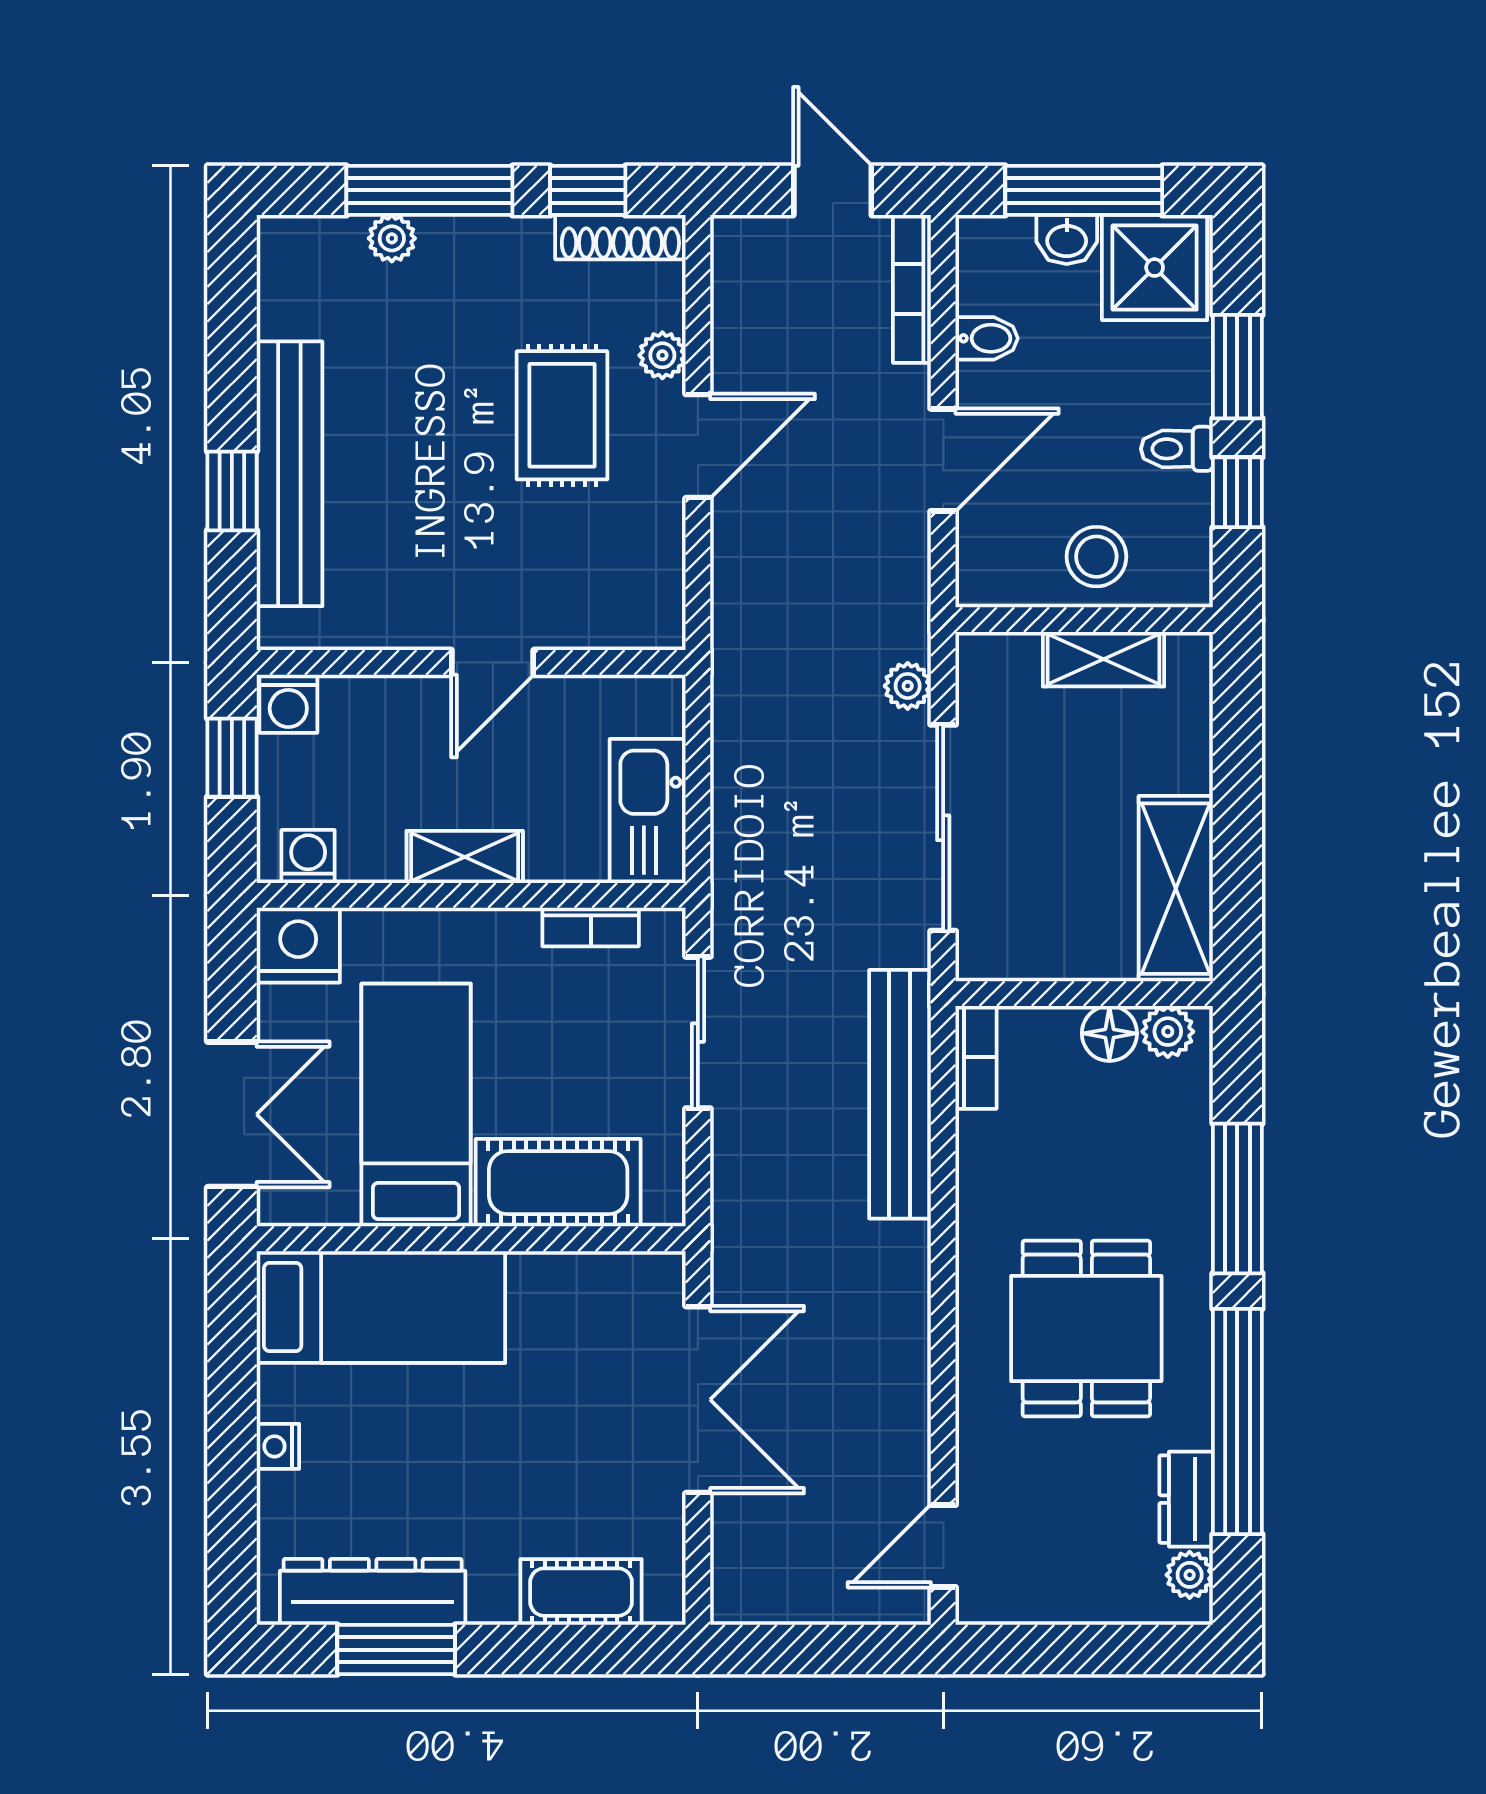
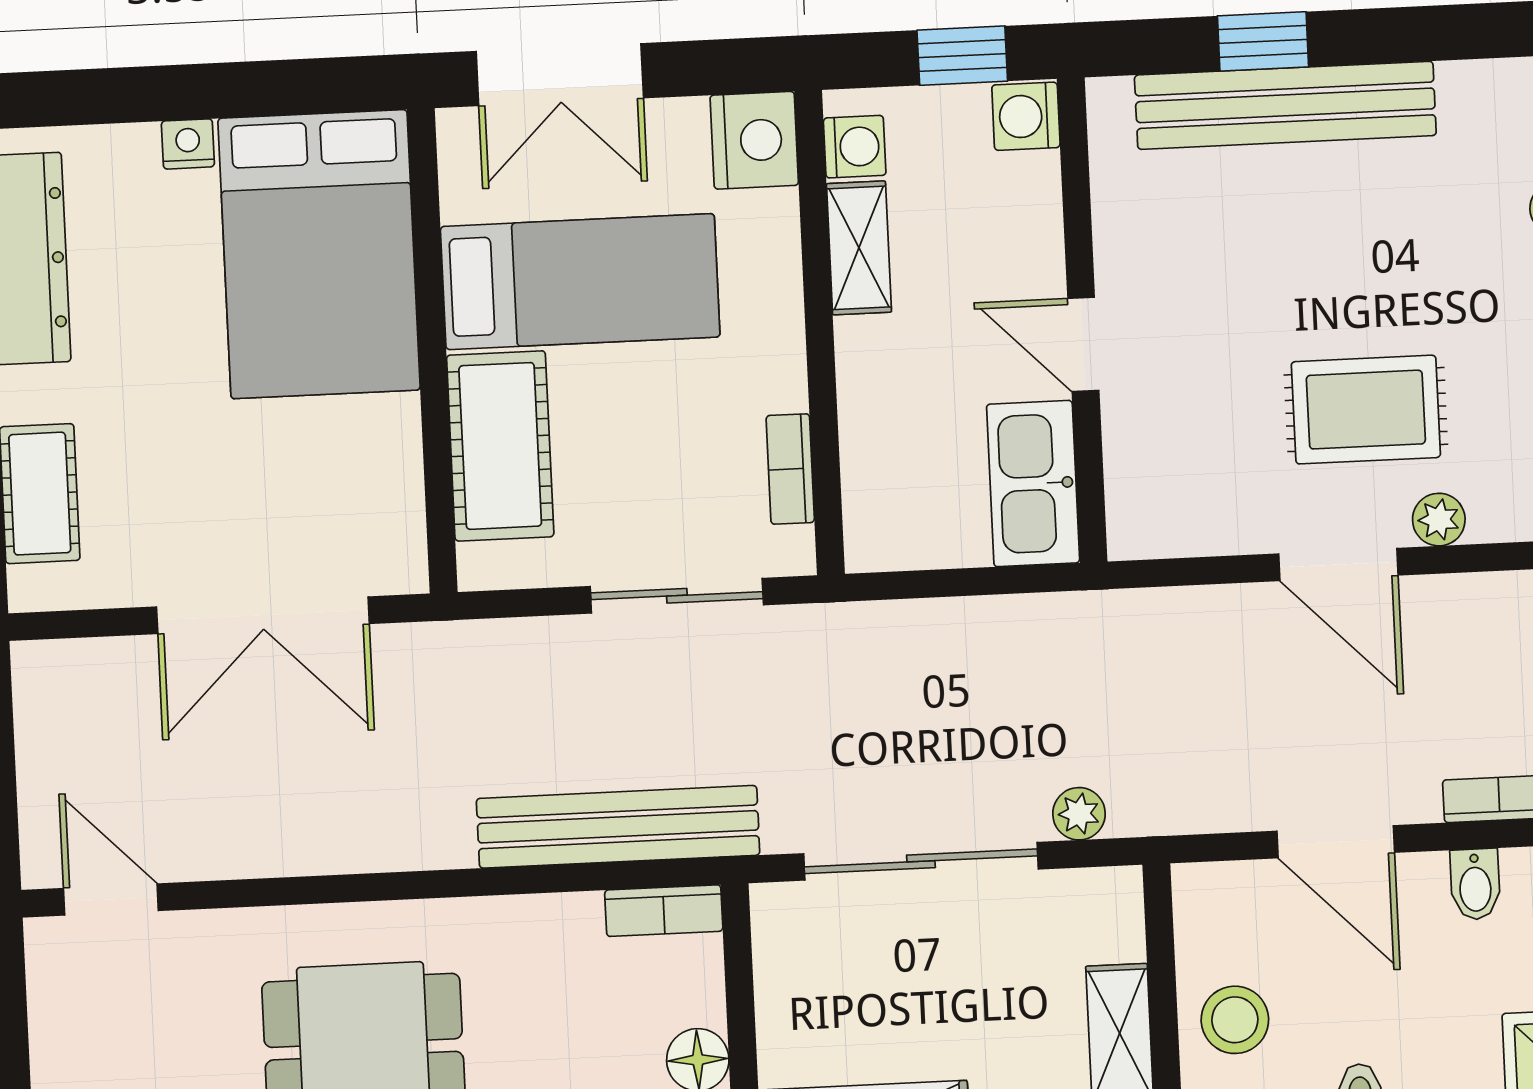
kitchen sink: (648, 811) -> (1033, 484), moved, turned -90
shelving: (465, 857) -> (859, 248), moved
bed: (381, 1307) -> (319, 254), width x1.50

